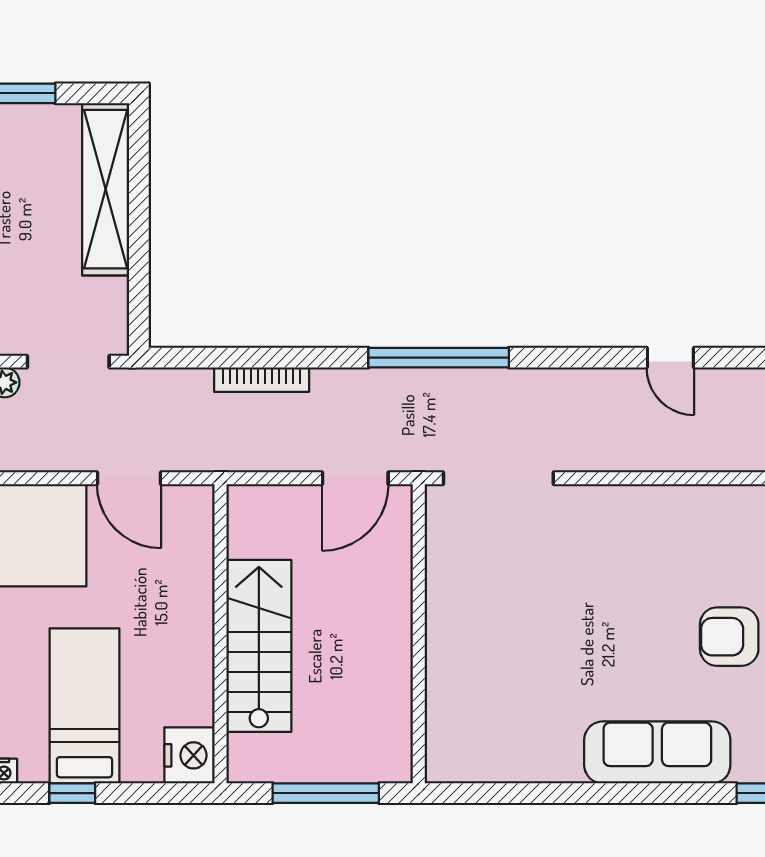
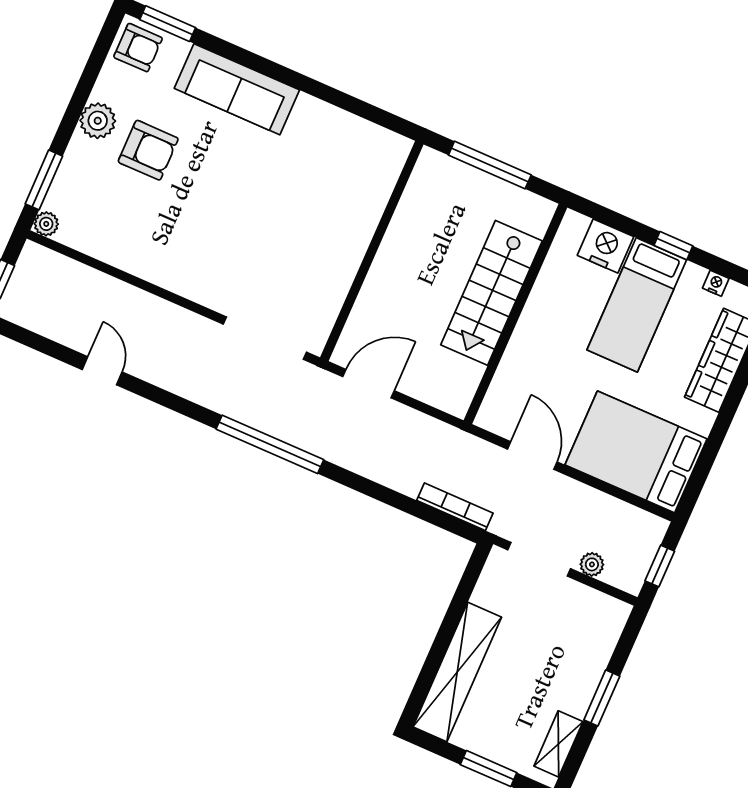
bookcase: (262, 380) -> (455, 507), moved
nightstand: (189, 755) -> (606, 246), moved, turned 90

